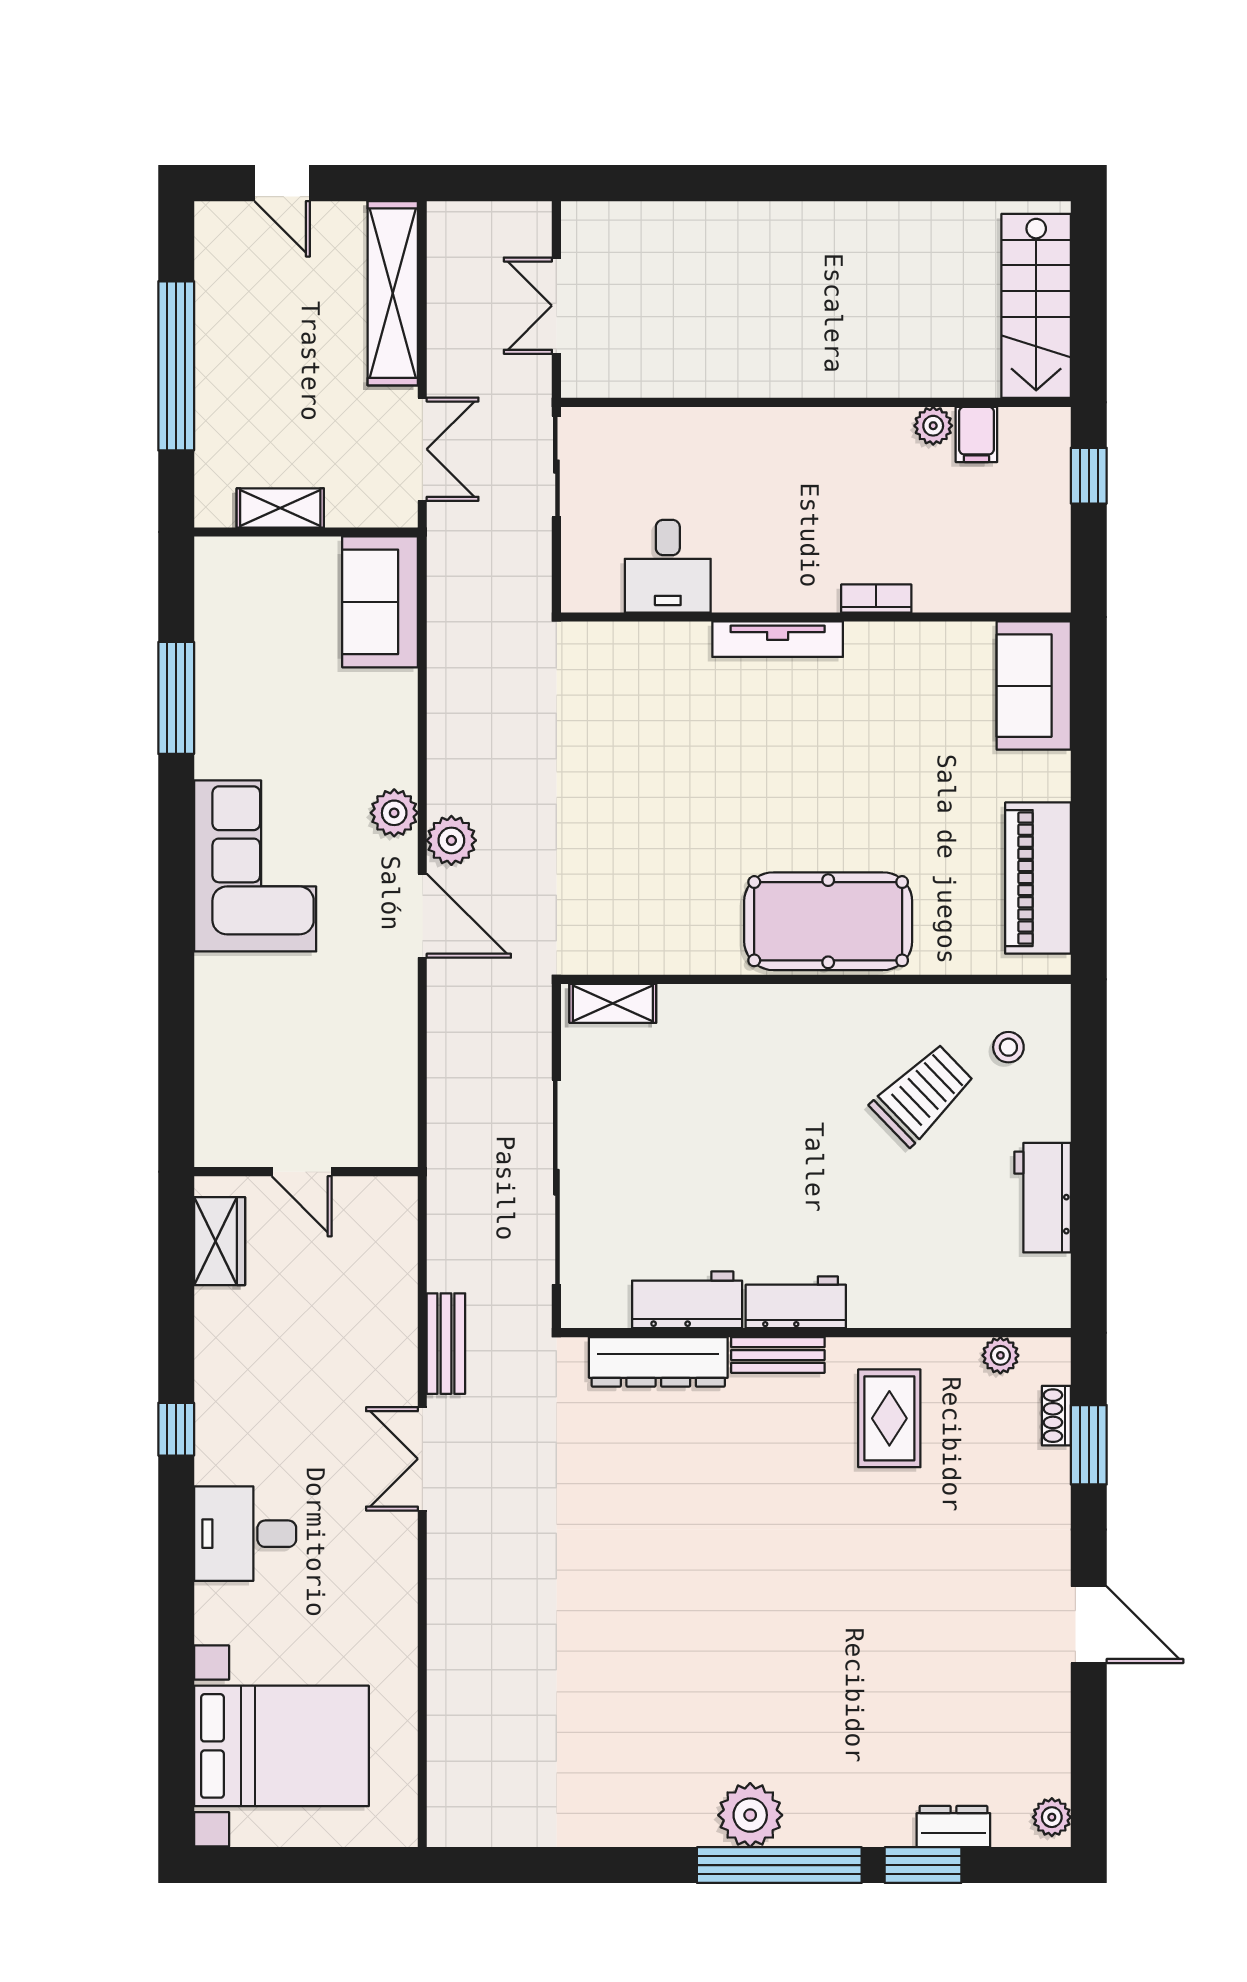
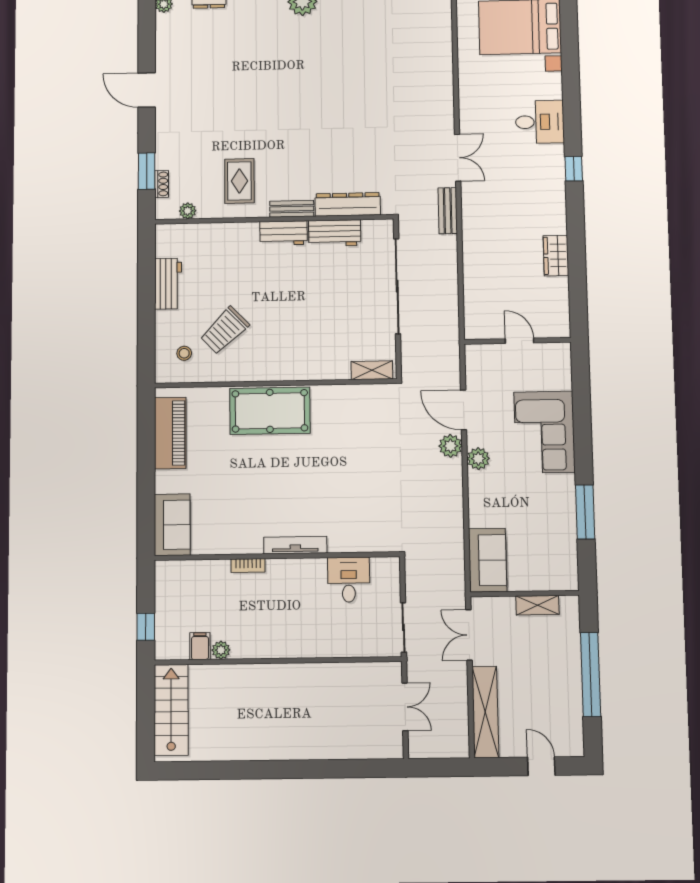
door: (302, 1172) -> (519, 341), moved
wall: (306, 1172) -> (517, 341), moved

